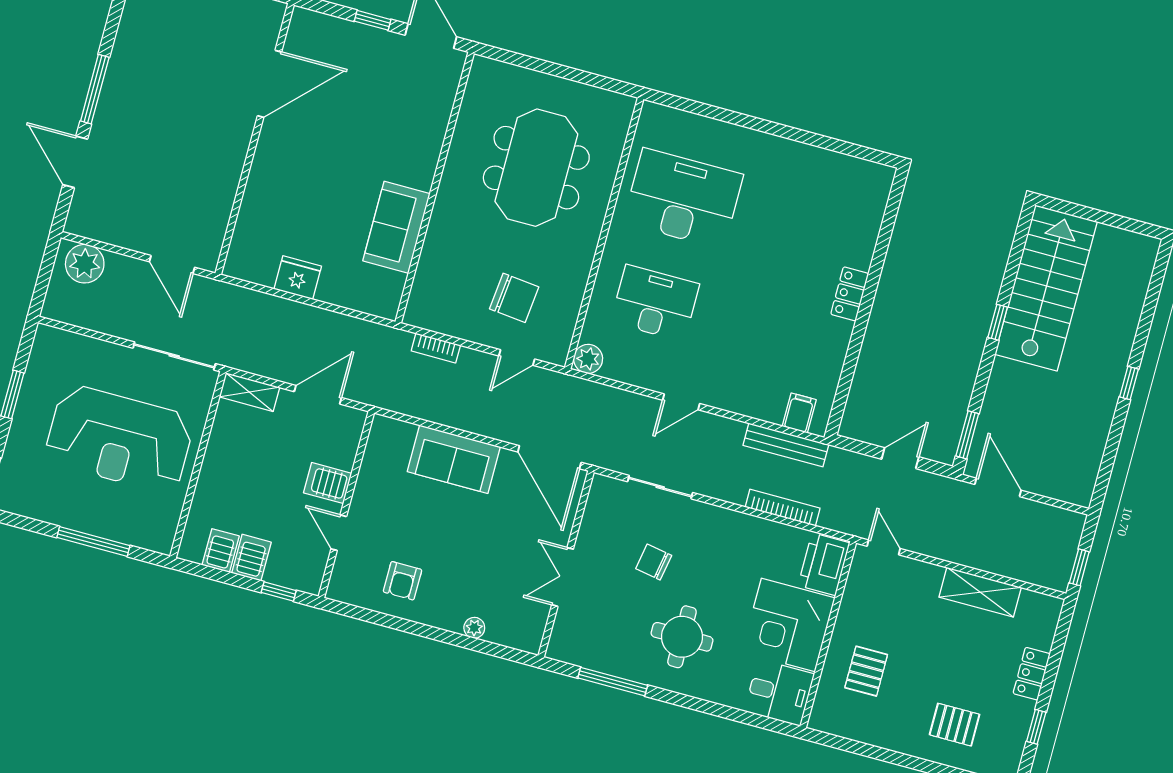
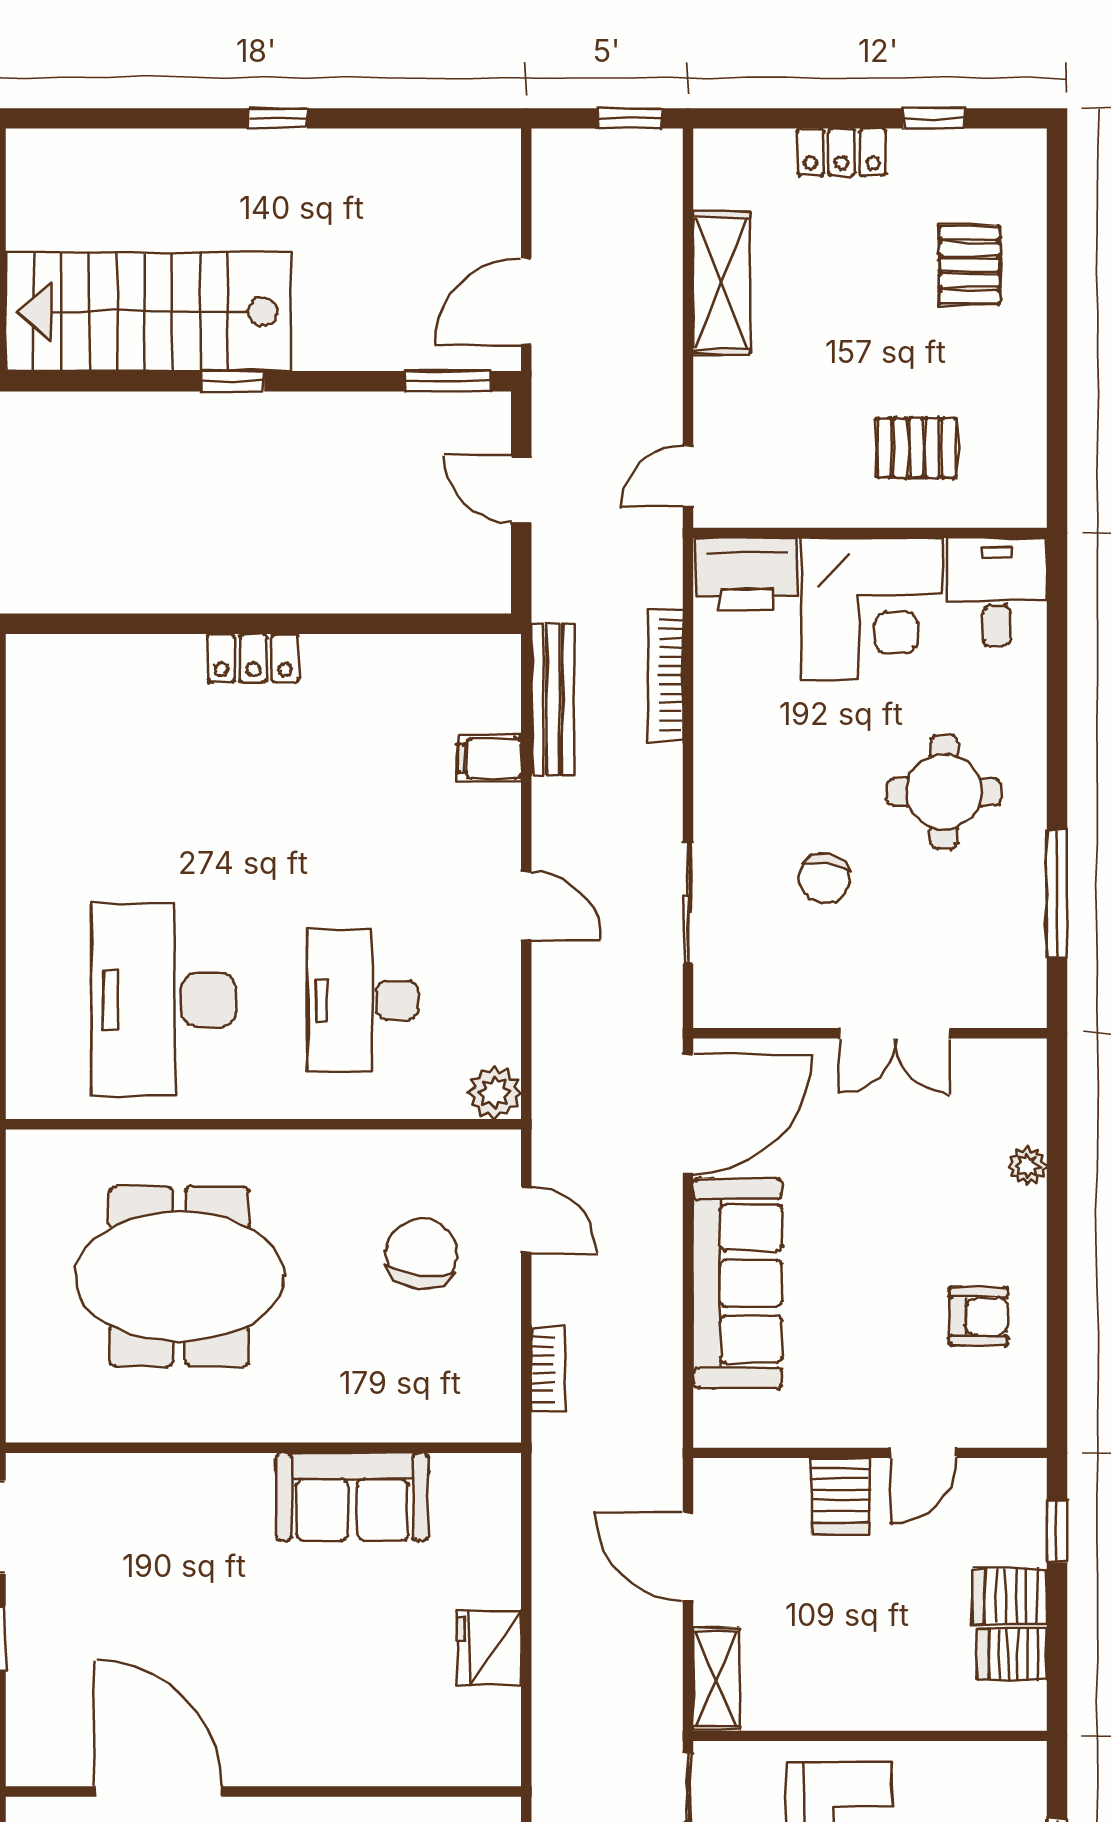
filing cabinet: (799, 413) -> (489, 758), moved
sofa: (454, 459) -> (738, 1283), width x1.36

